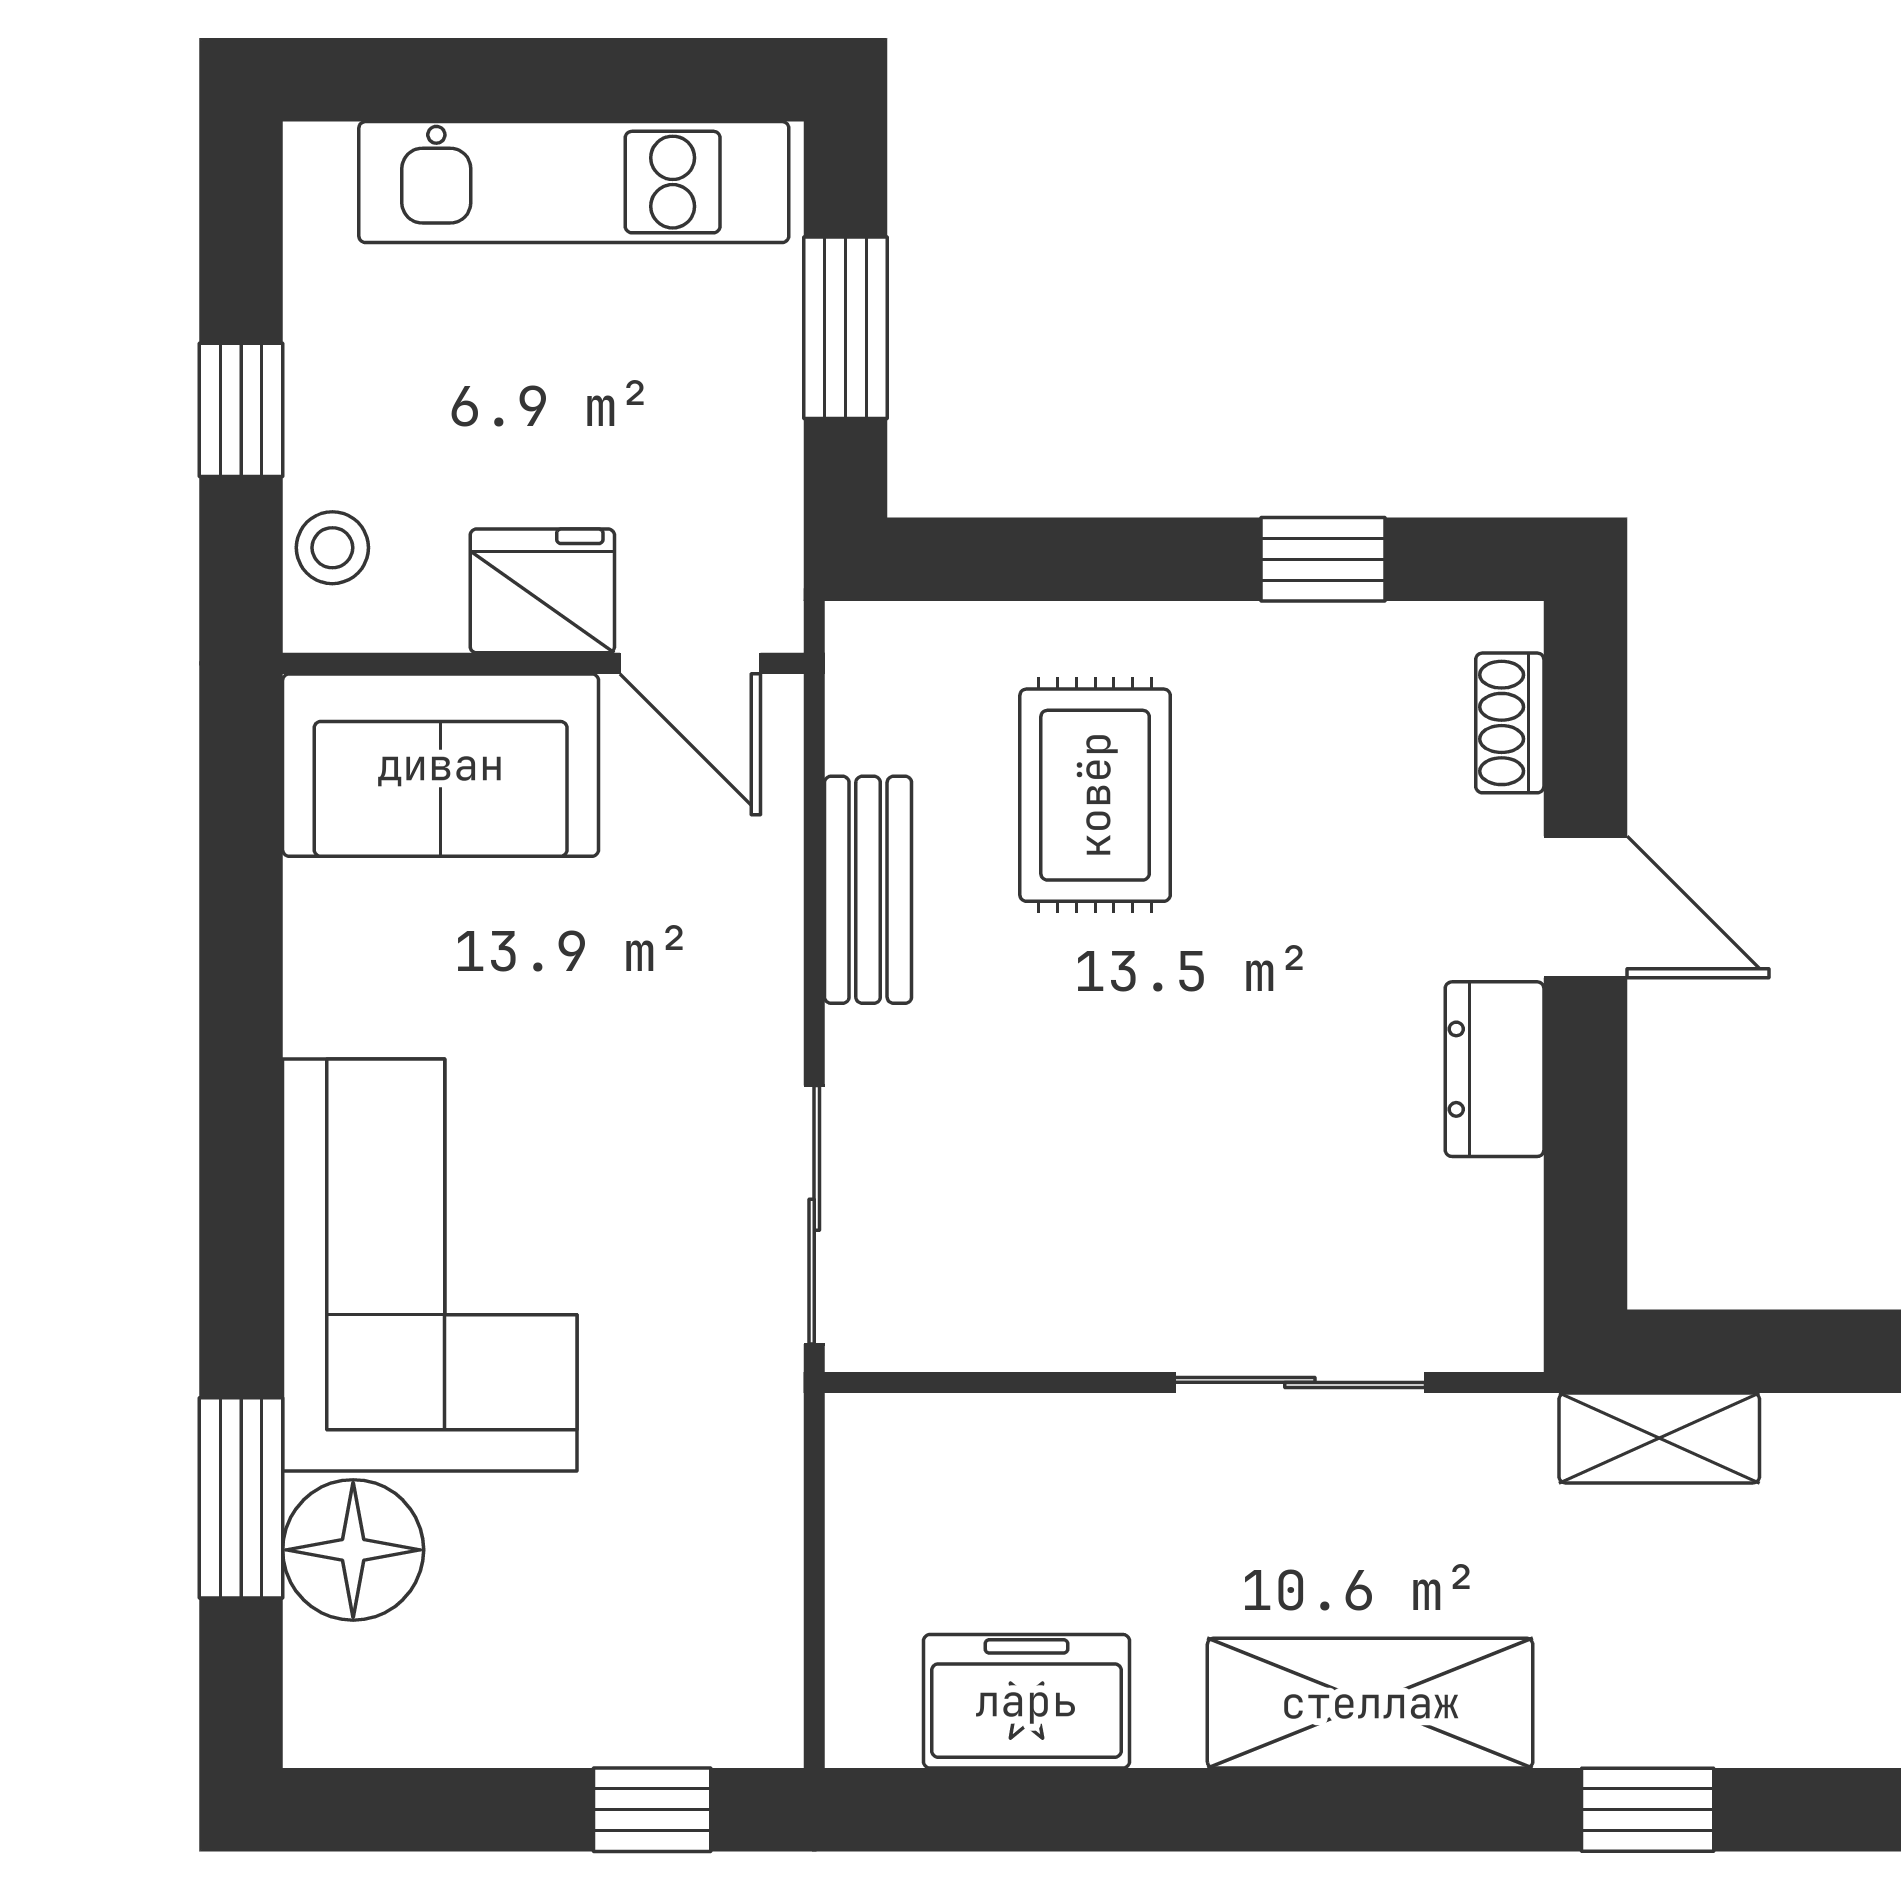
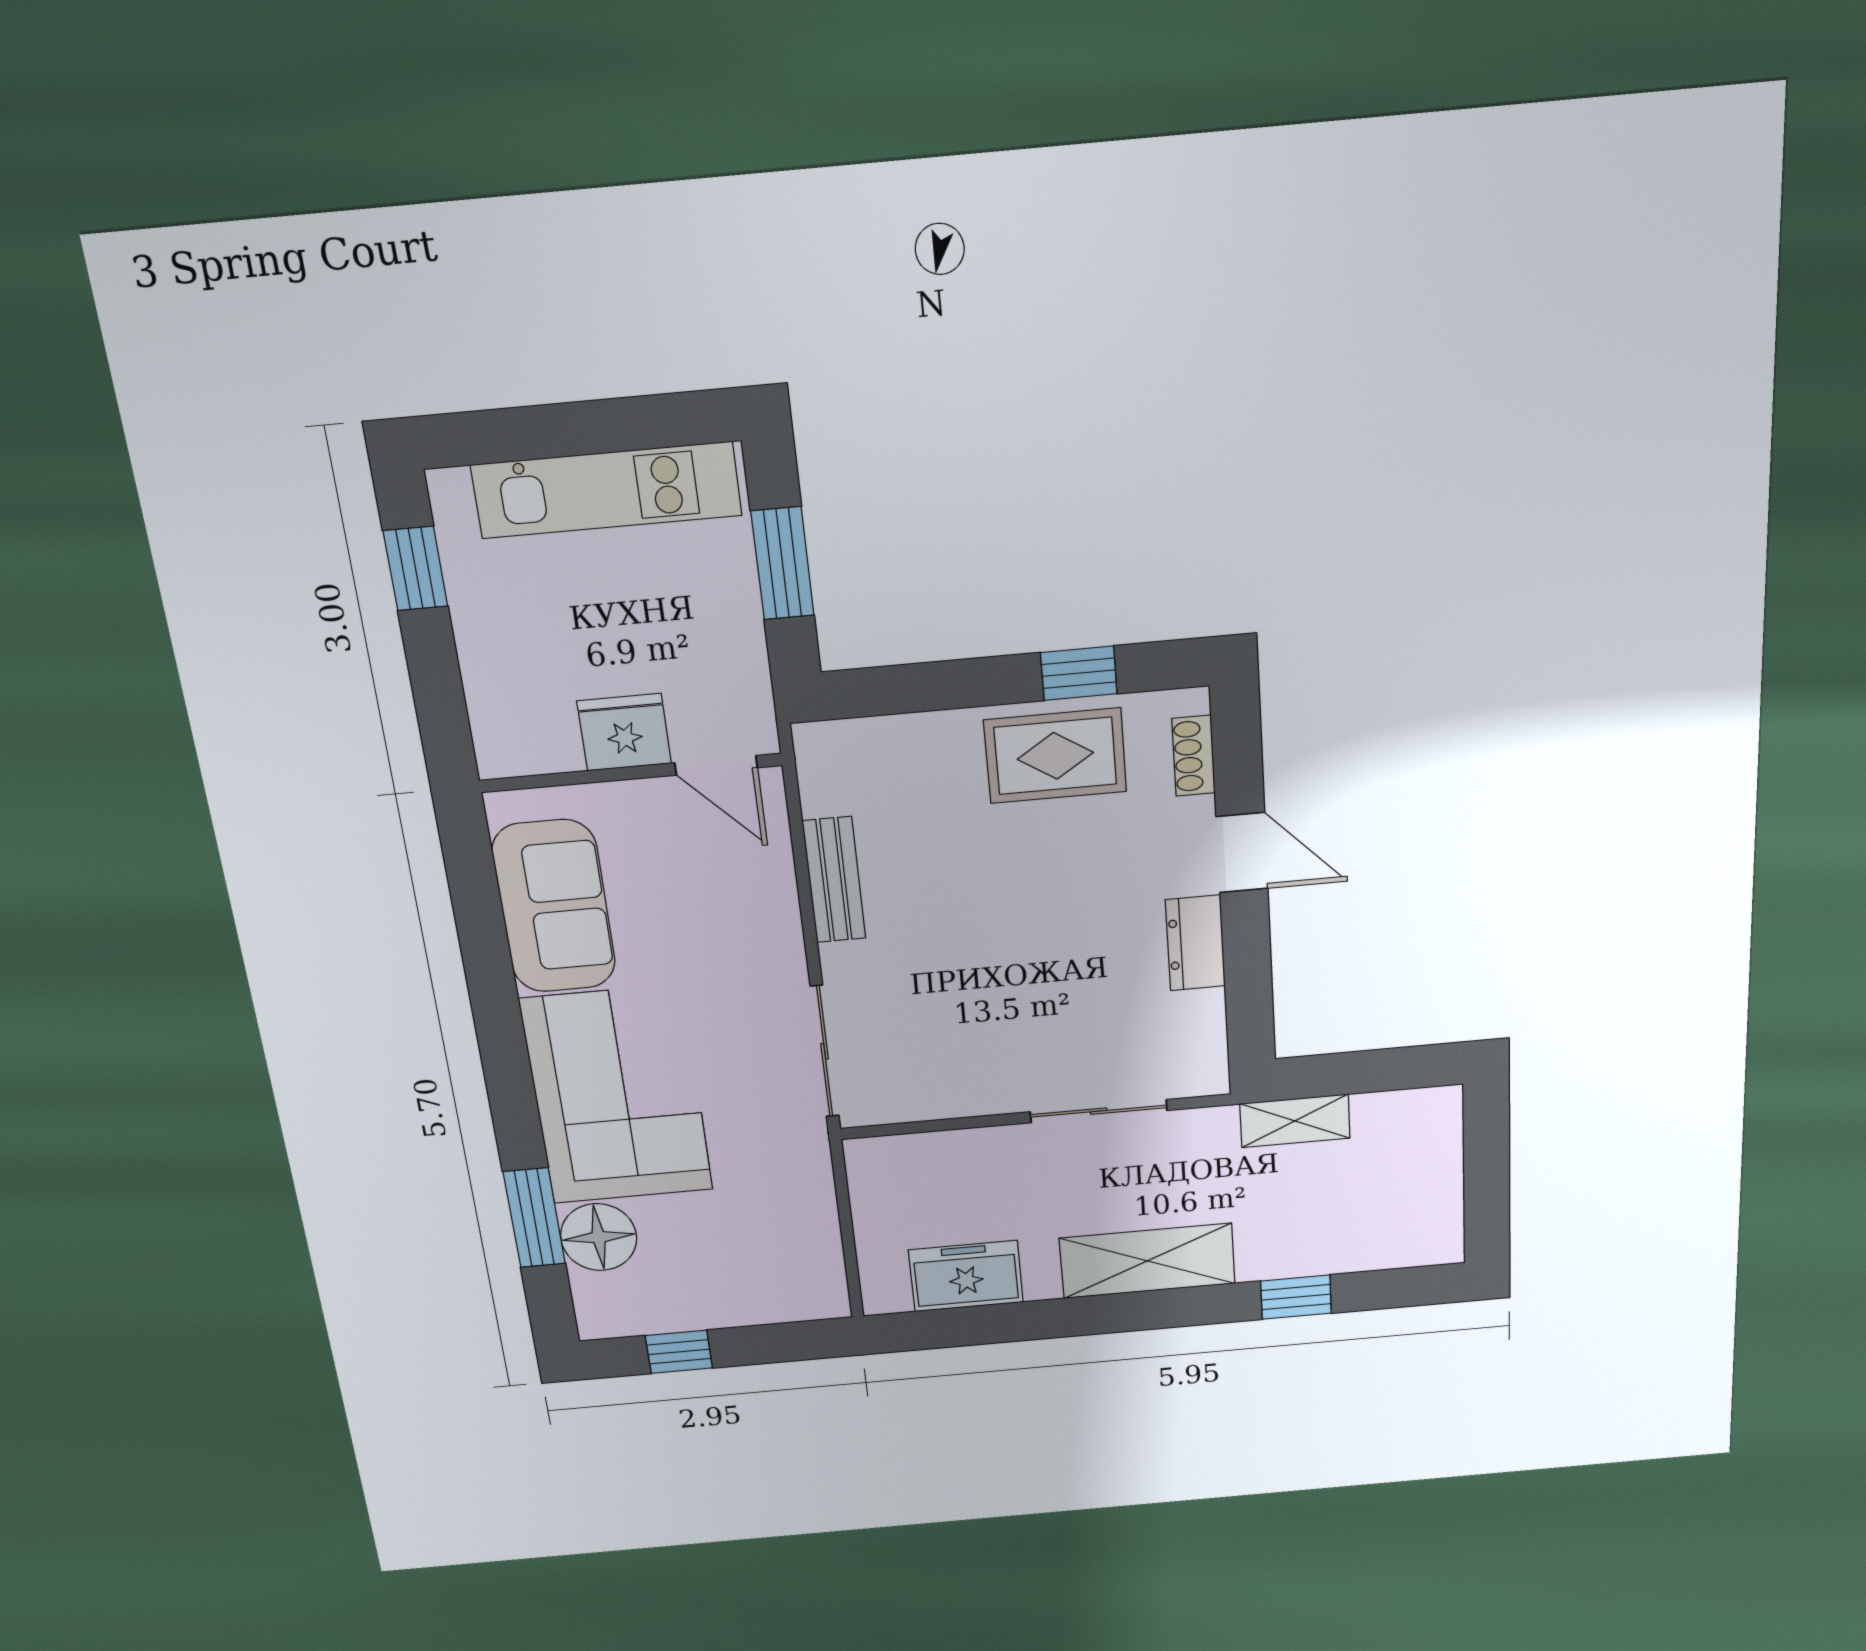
window: (241, 410) -> (416, 569), moved
stool: (332, 548) -> (497, 719), removed
sofa: (441, 765) -> (554, 907), moved, turned -90
rug: (1095, 795) -> (1055, 756), moved, turned 90
window: (652, 1810) -> (679, 1352), moved

